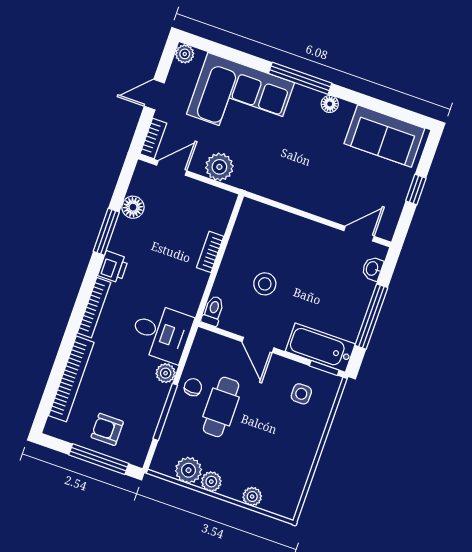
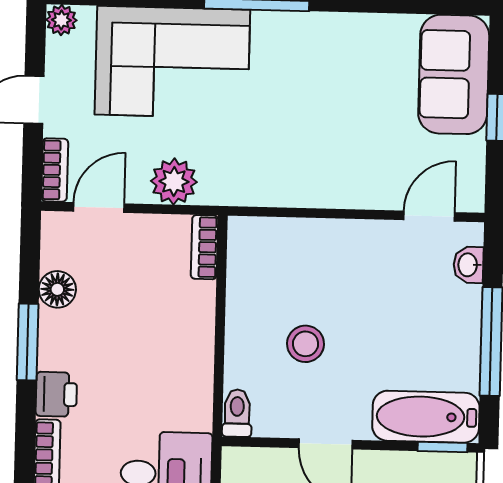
floor lamp: (330, 104) -> (317, 26), removed
sofa: (384, 136) -> (454, 74), moved, turned 90
bookcase: (210, 252) -> (204, 247), moved

